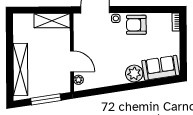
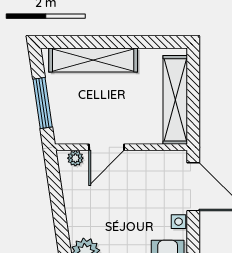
shelving: (52, 21) -> (175, 100), width x1.47

